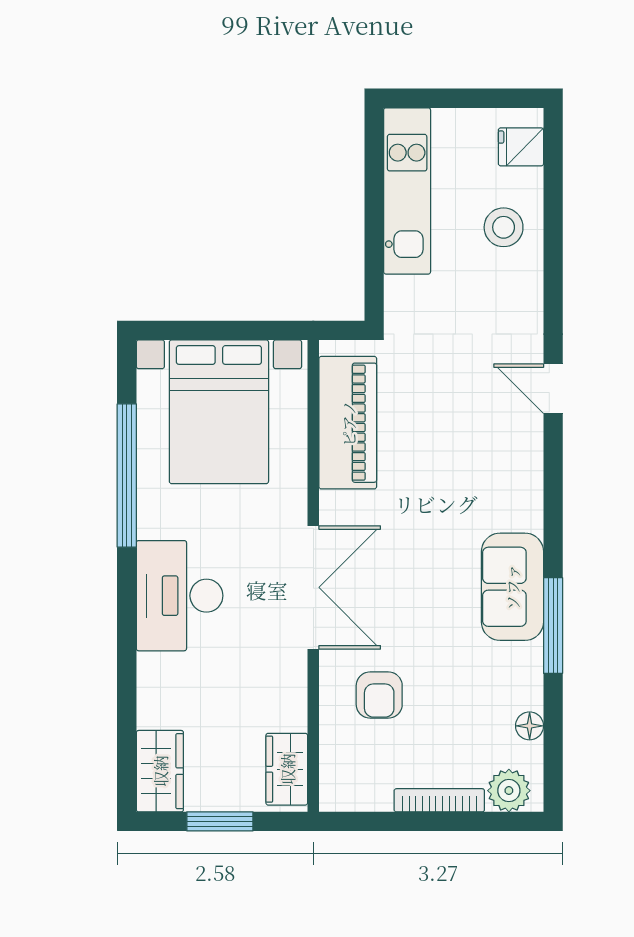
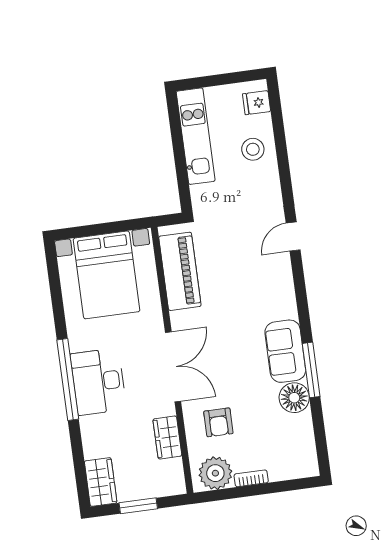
door: (553, 389) -> (293, 237), hinge flipped
window: (127, 475) -> (68, 380), moved
floor lamp: (530, 726) -> (294, 398), moved, width x1.89, depth x1.89
wardrobe: (287, 769) -> (167, 438), moved
plant: (509, 791) -> (215, 473), moved, width x1.36, depth x1.36
bookcase: (439, 800) -> (251, 478), width x0.64

